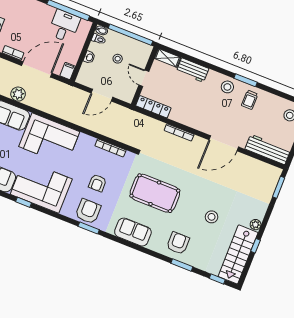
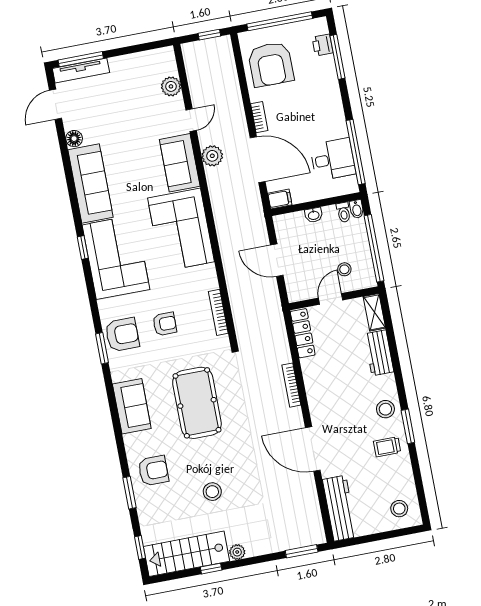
stool: (118, 59) -> (344, 269), moved
armchair: (97, 183) -> (165, 324), turned 180

